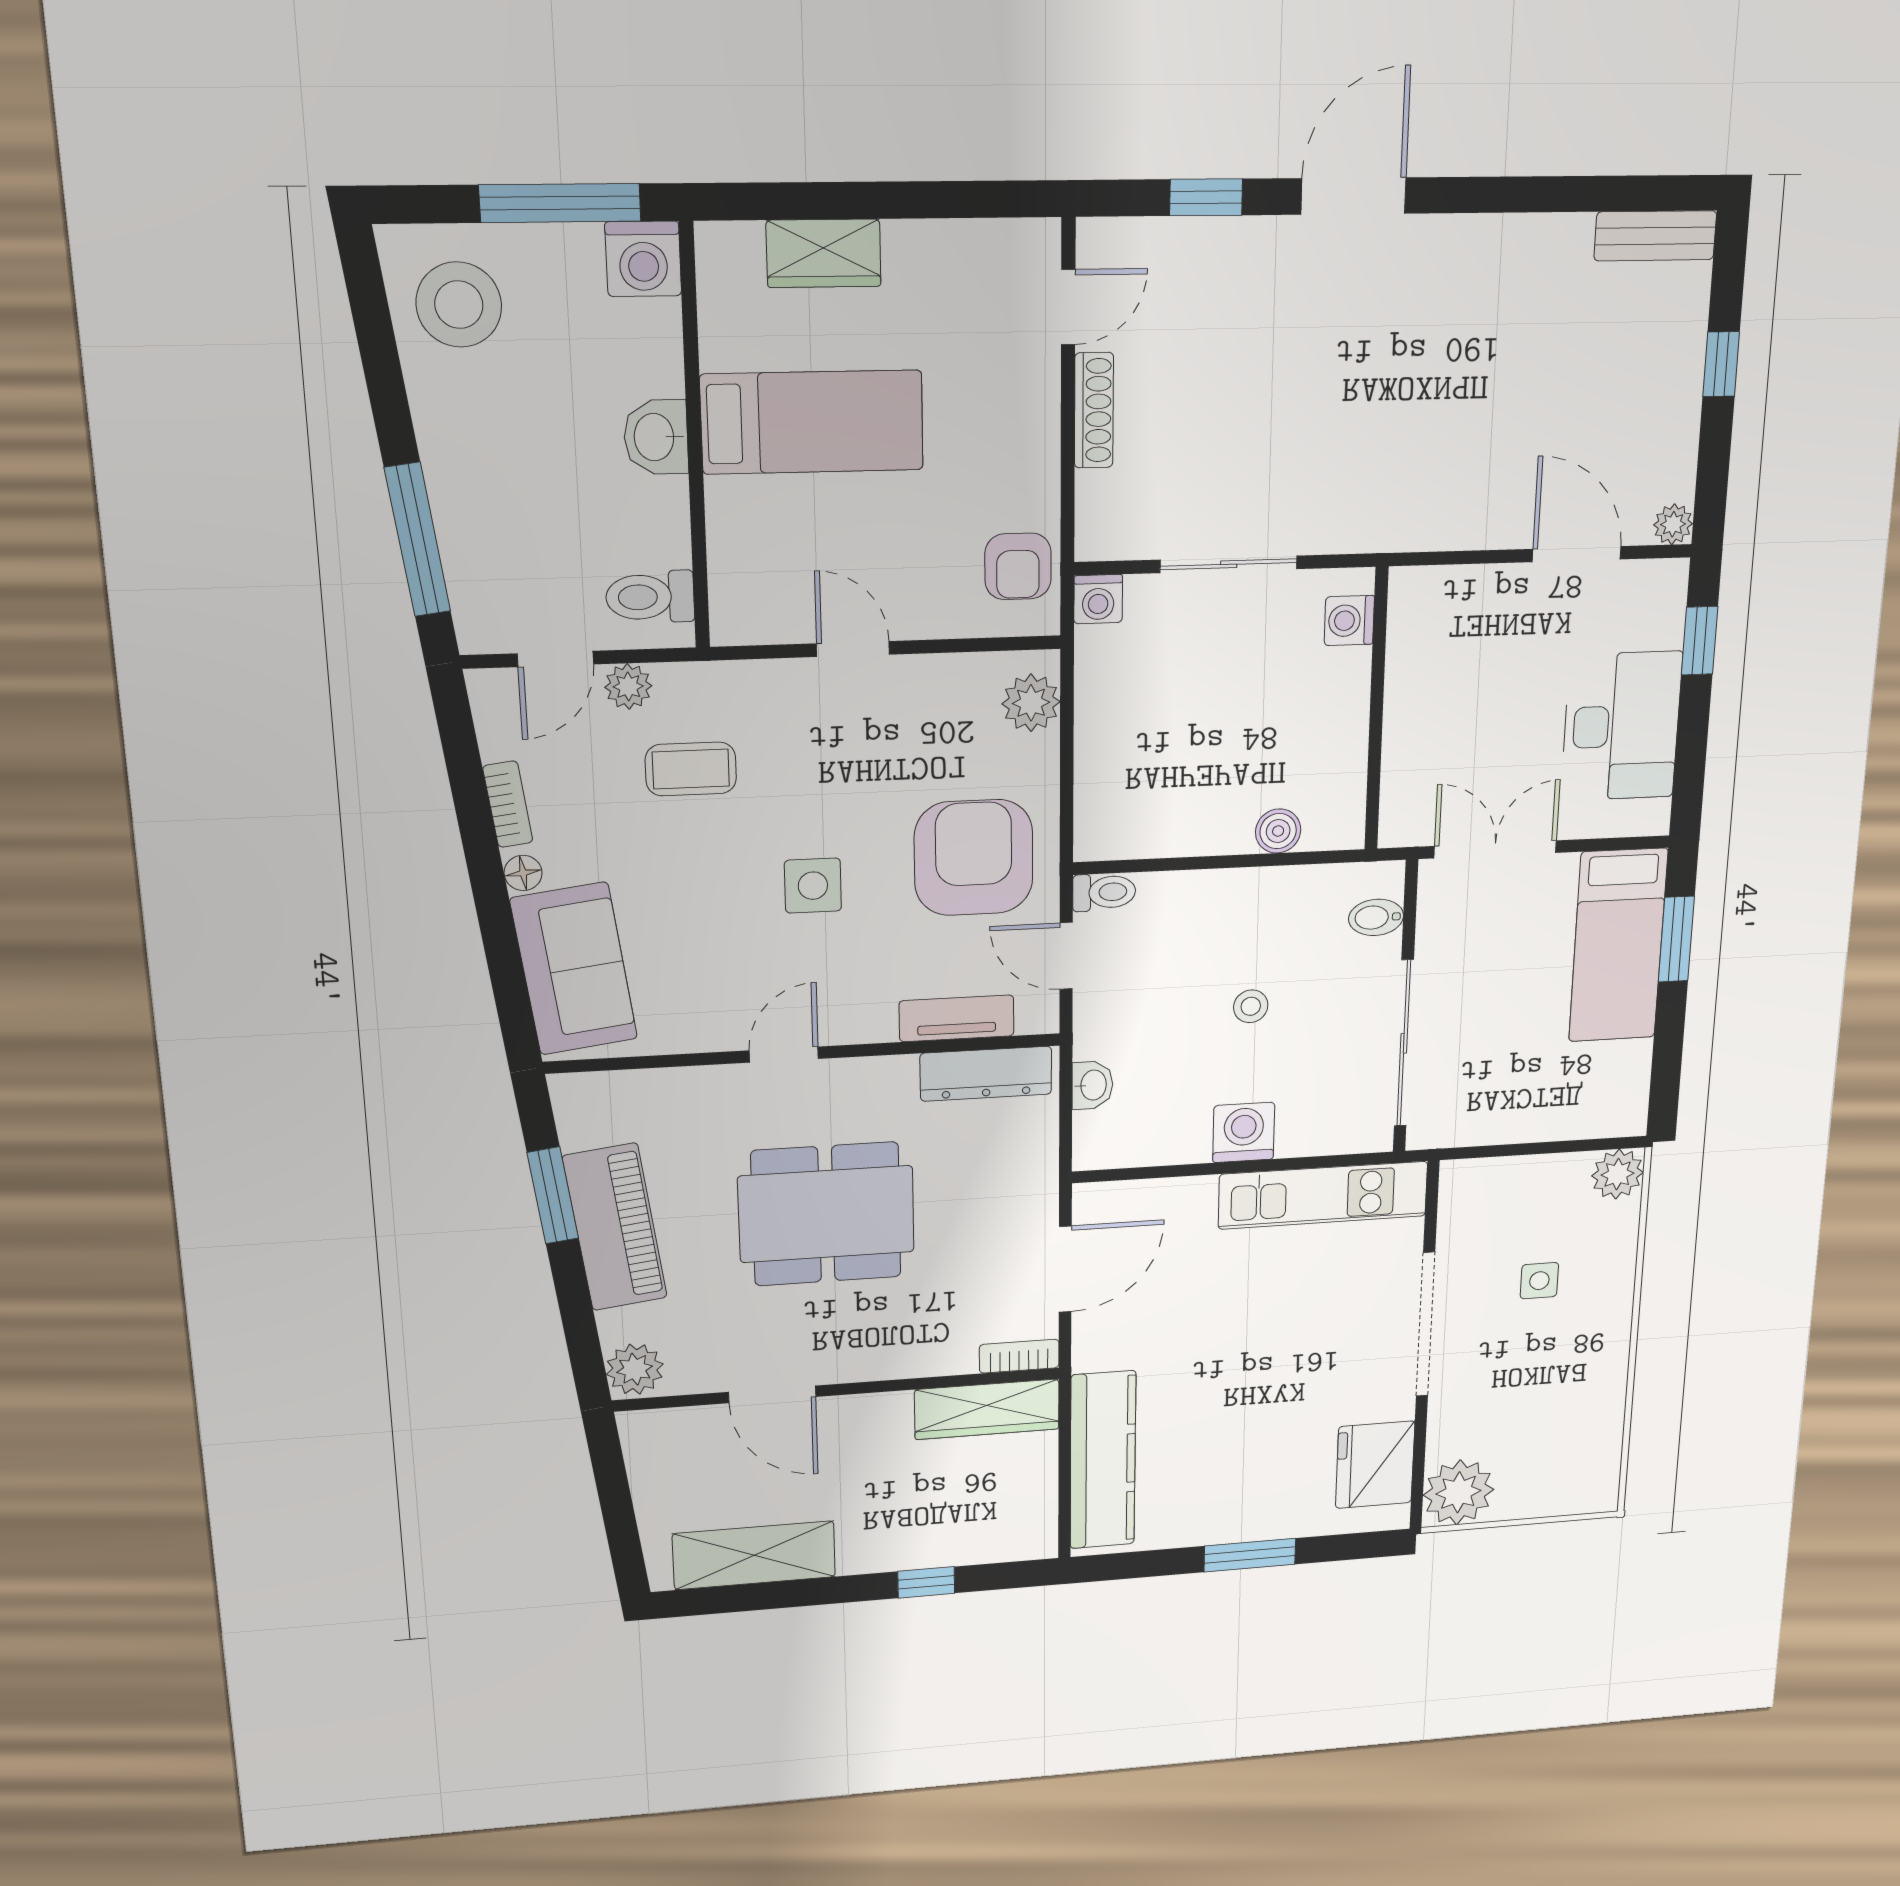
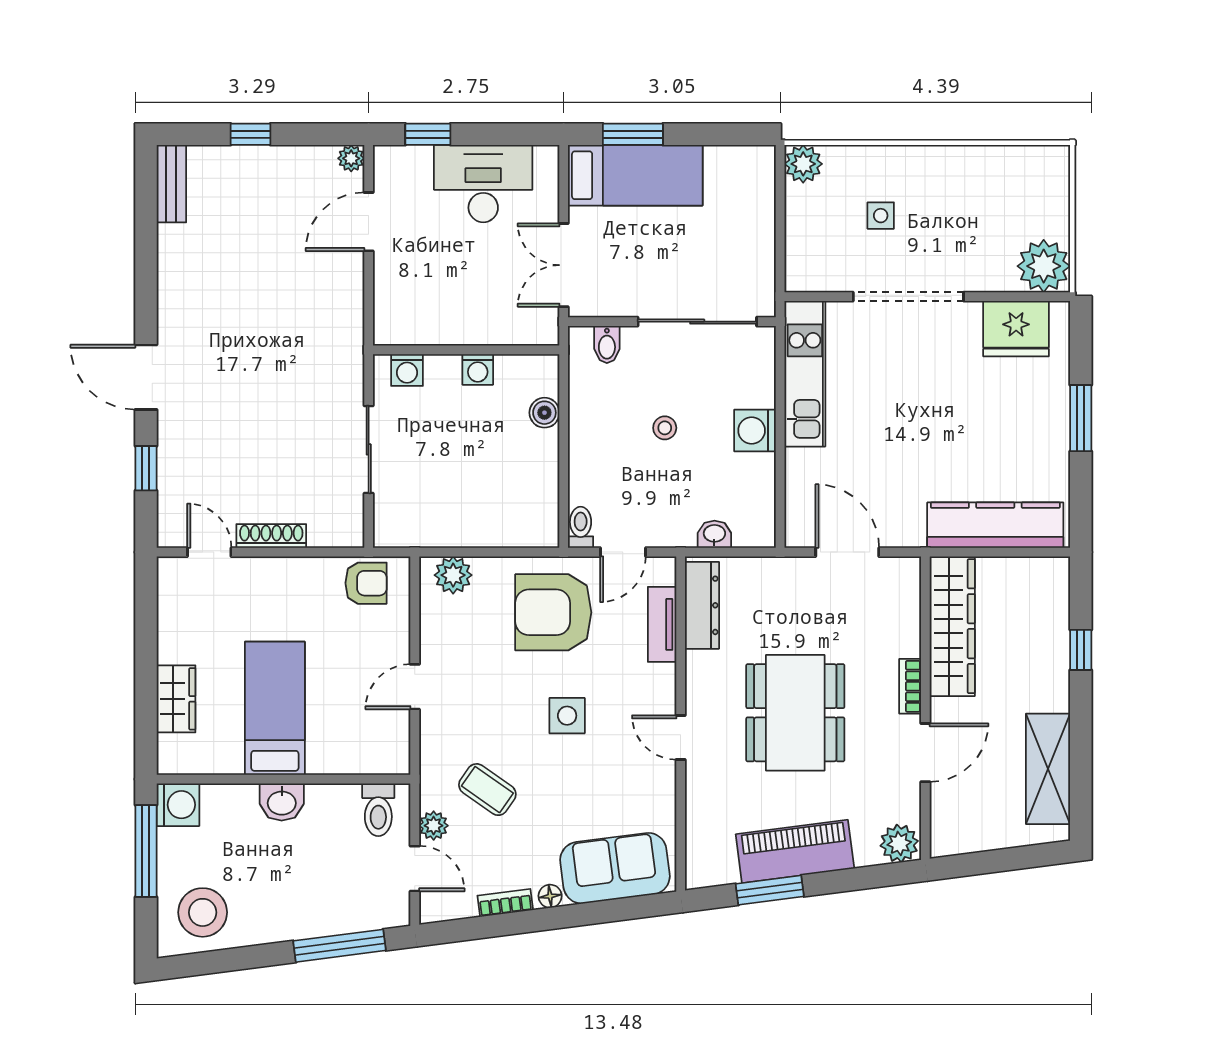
washing machine: (1098, 599) -> (478, 370), moved, turned 90
coffee table: (691, 769) -> (487, 790), turned -55
bookcase: (1019, 1356) -> (910, 686), moved
wardrobe: (987, 1409) -> (952, 626), width x1.40, depth x1.17

